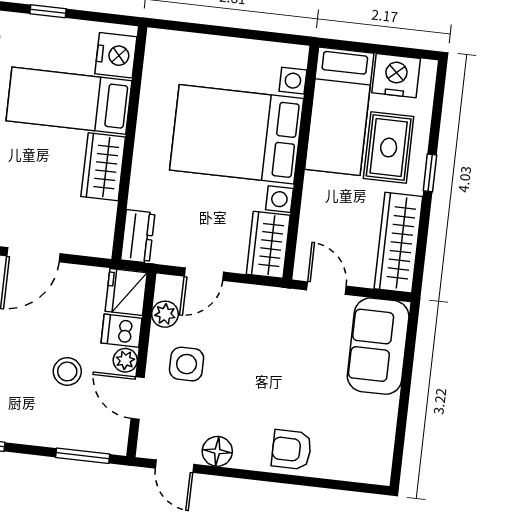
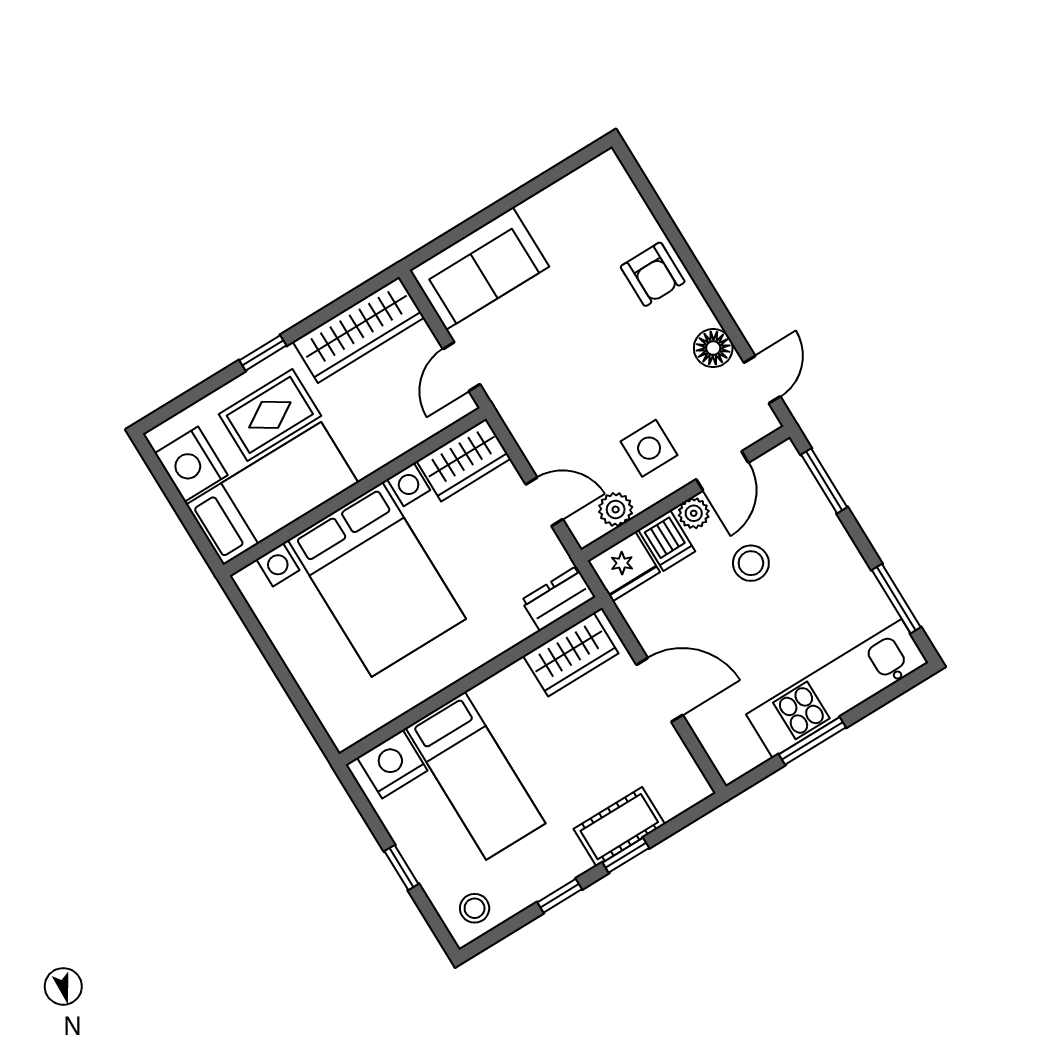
wardrobe: (103, 167) -> (571, 655), moved

